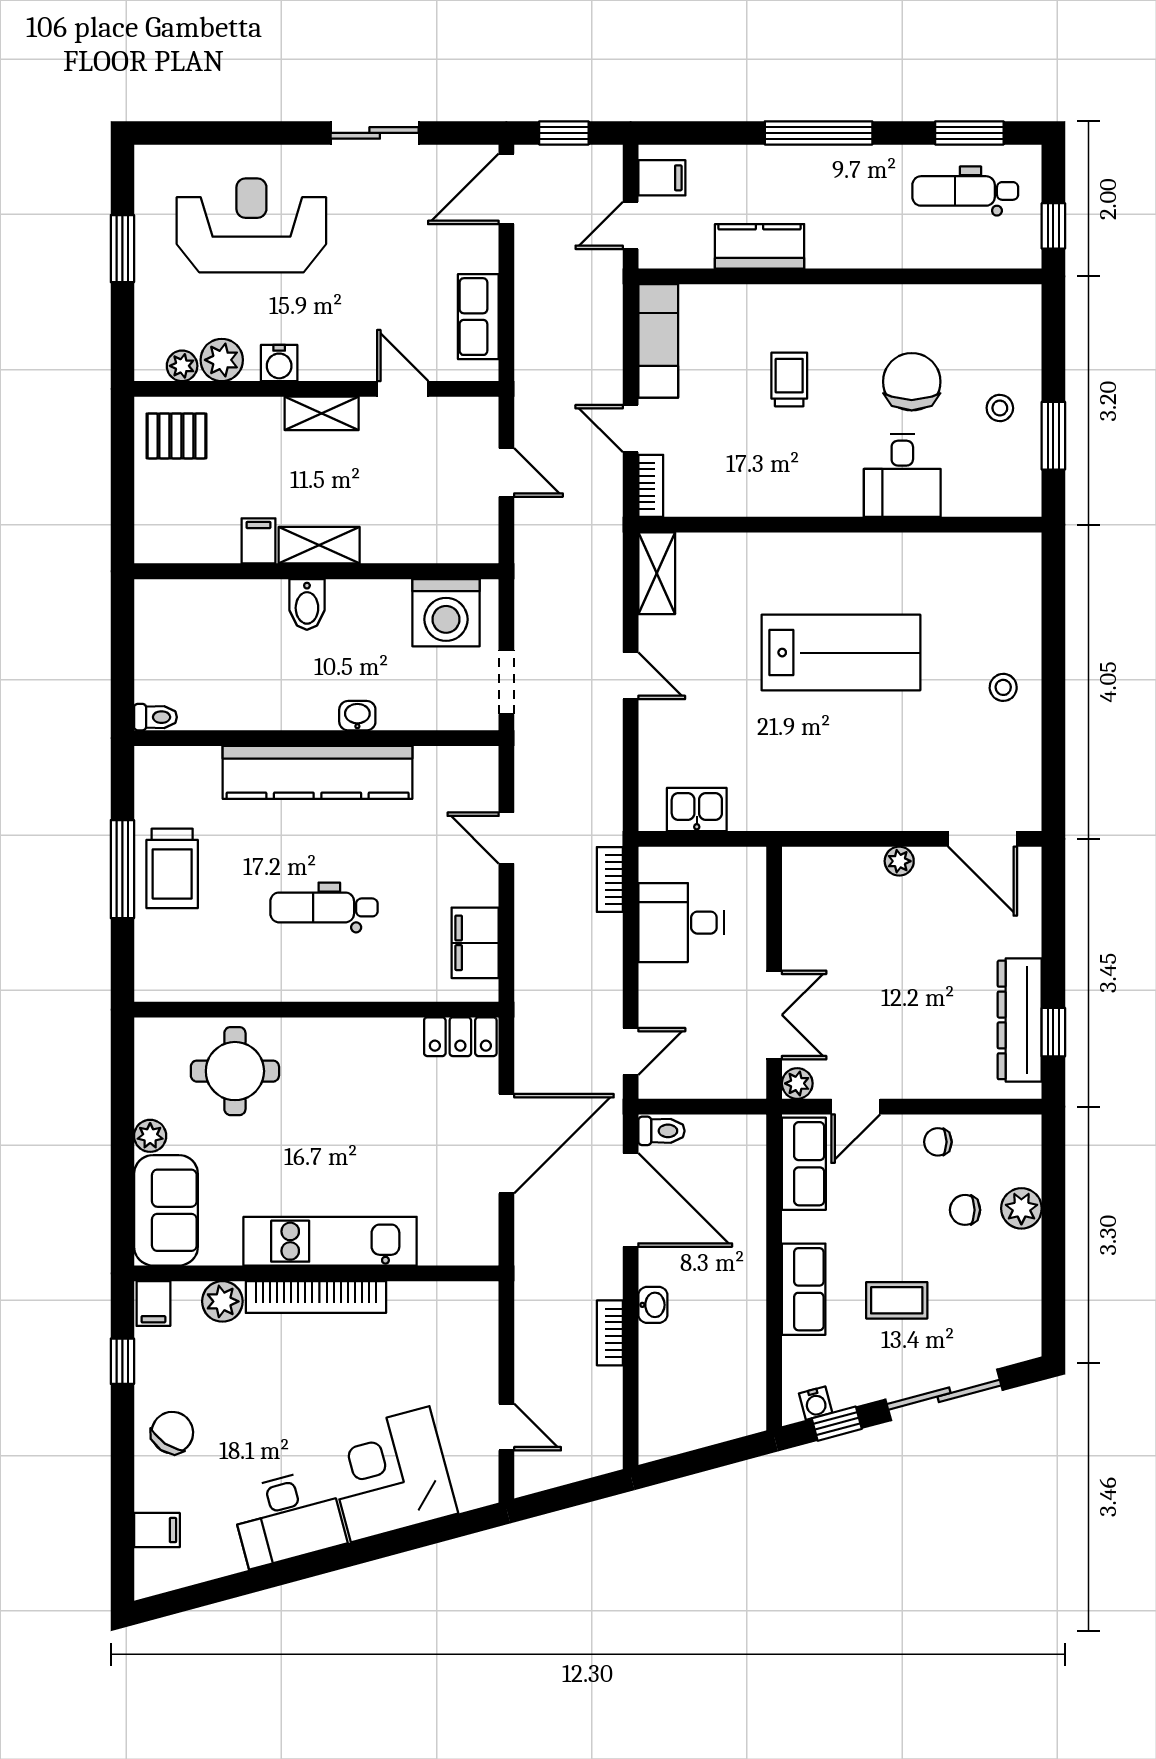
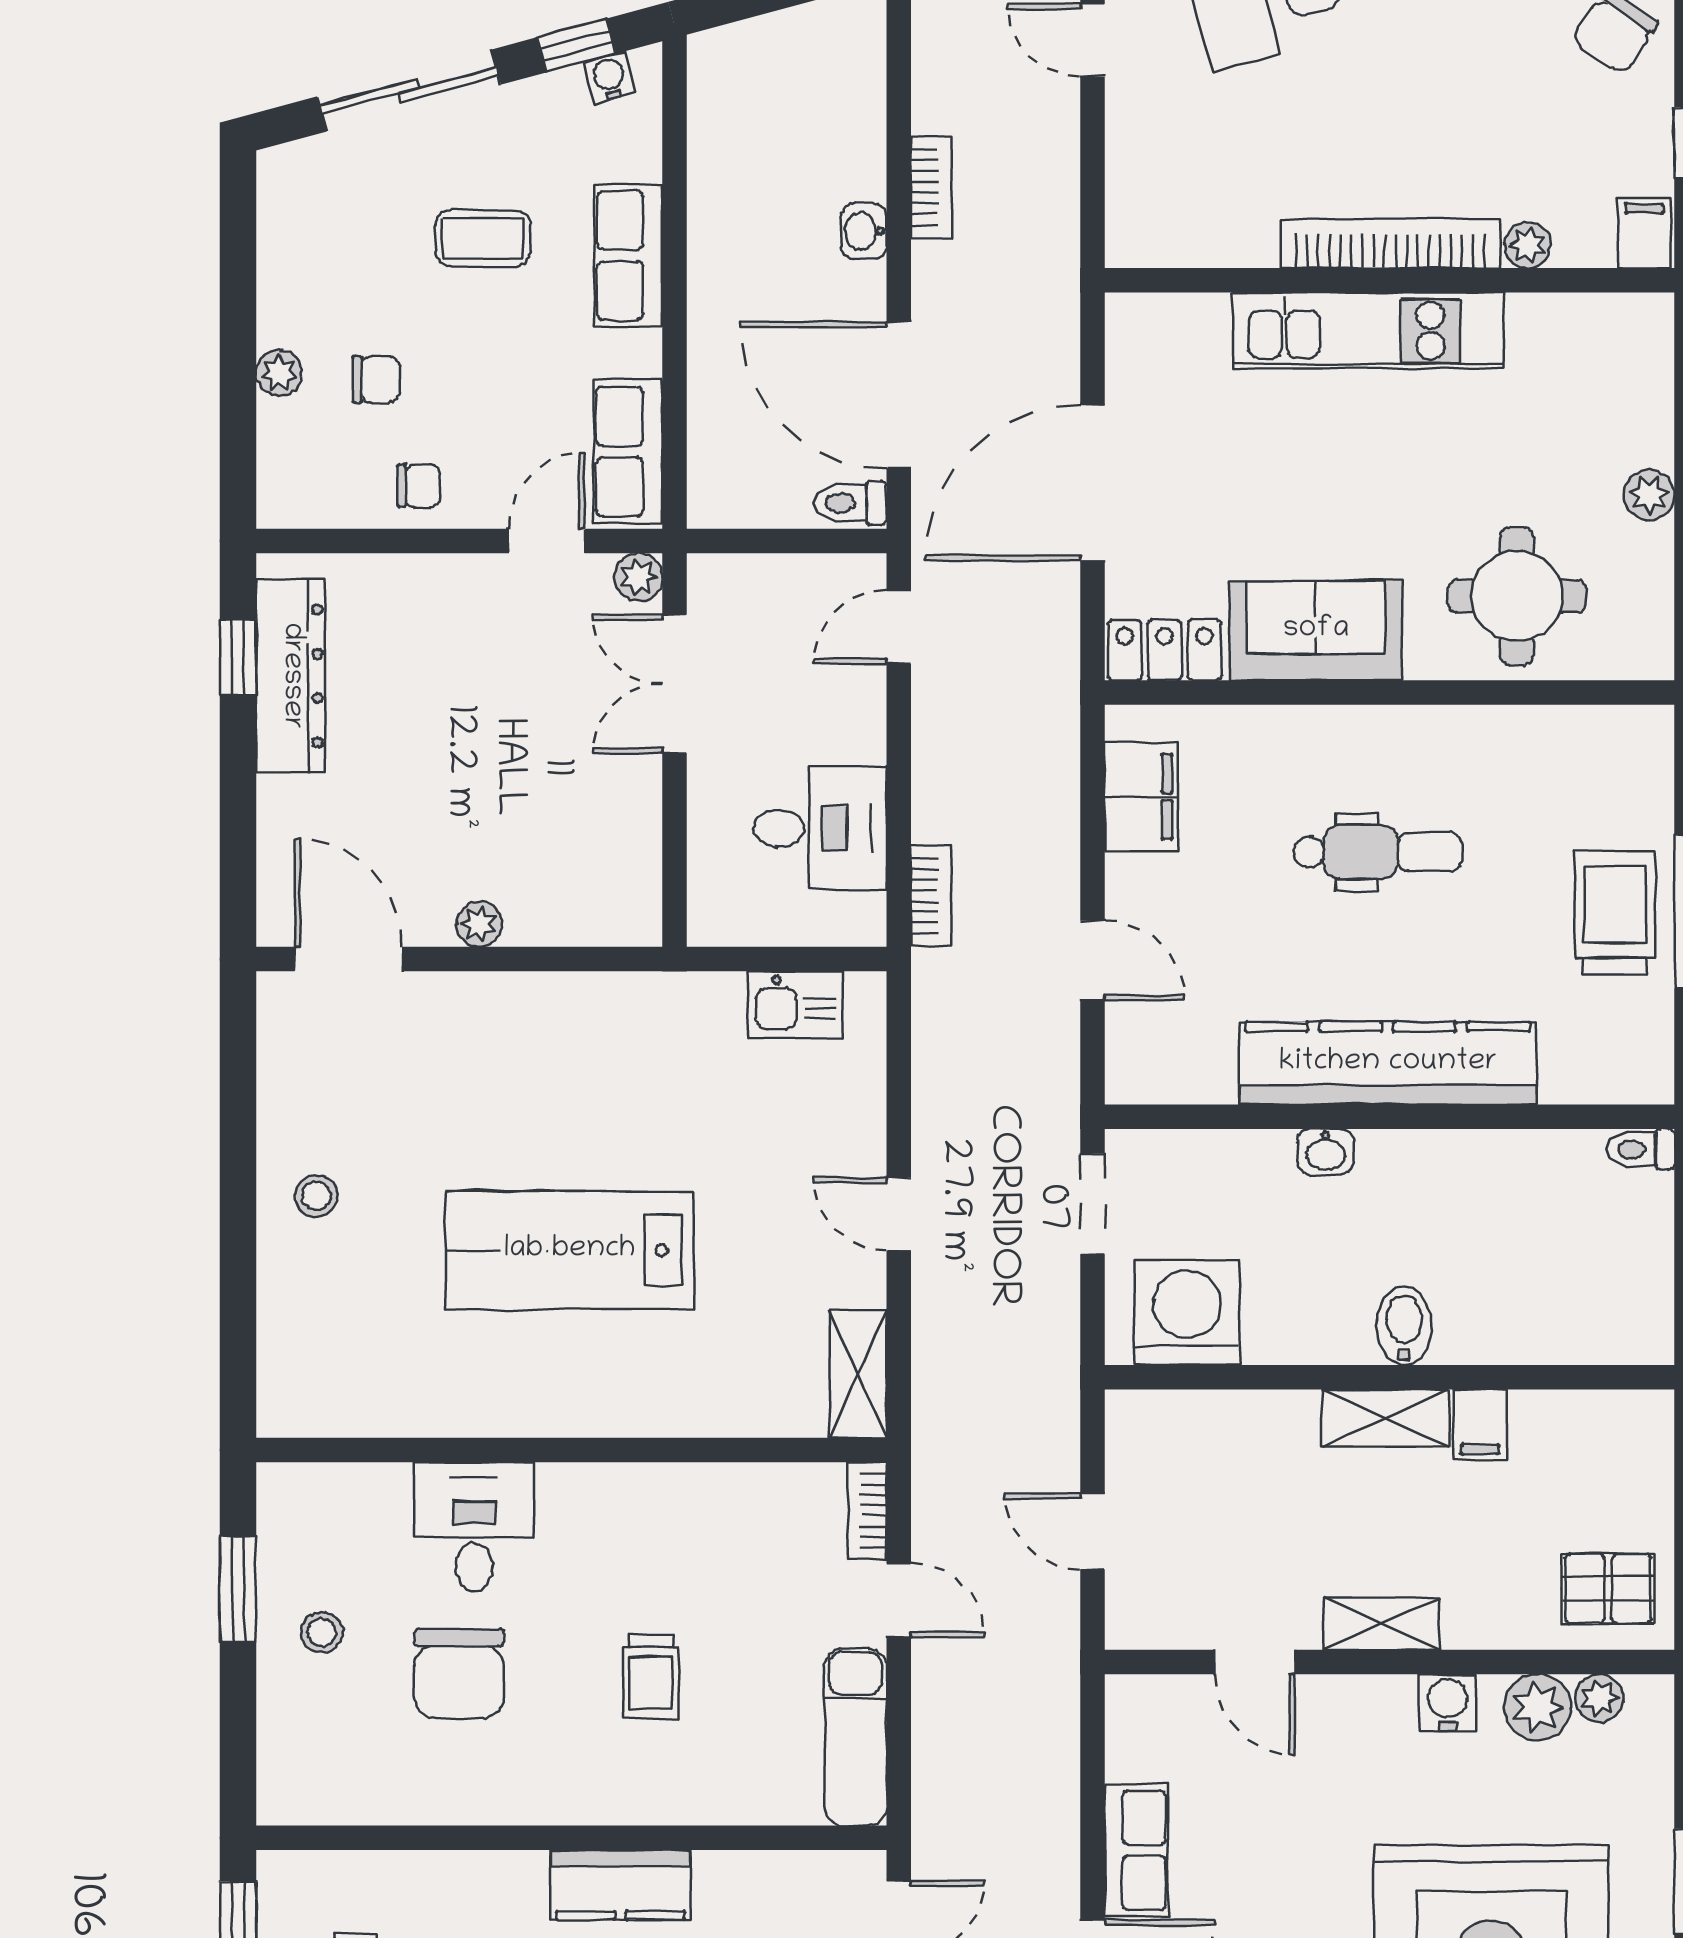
kitchen counter: (760, 246) -> (621, 1885), moved
row of seats: (478, 317) -> (1136, 1850), moved
plant: (1021, 1208) -> (279, 373), width x0.73, depth x0.73
sofa: (166, 1210) -> (1316, 630), moved, turned 90
plant: (222, 1301) -> (1528, 245), width x0.73, depth x0.73

